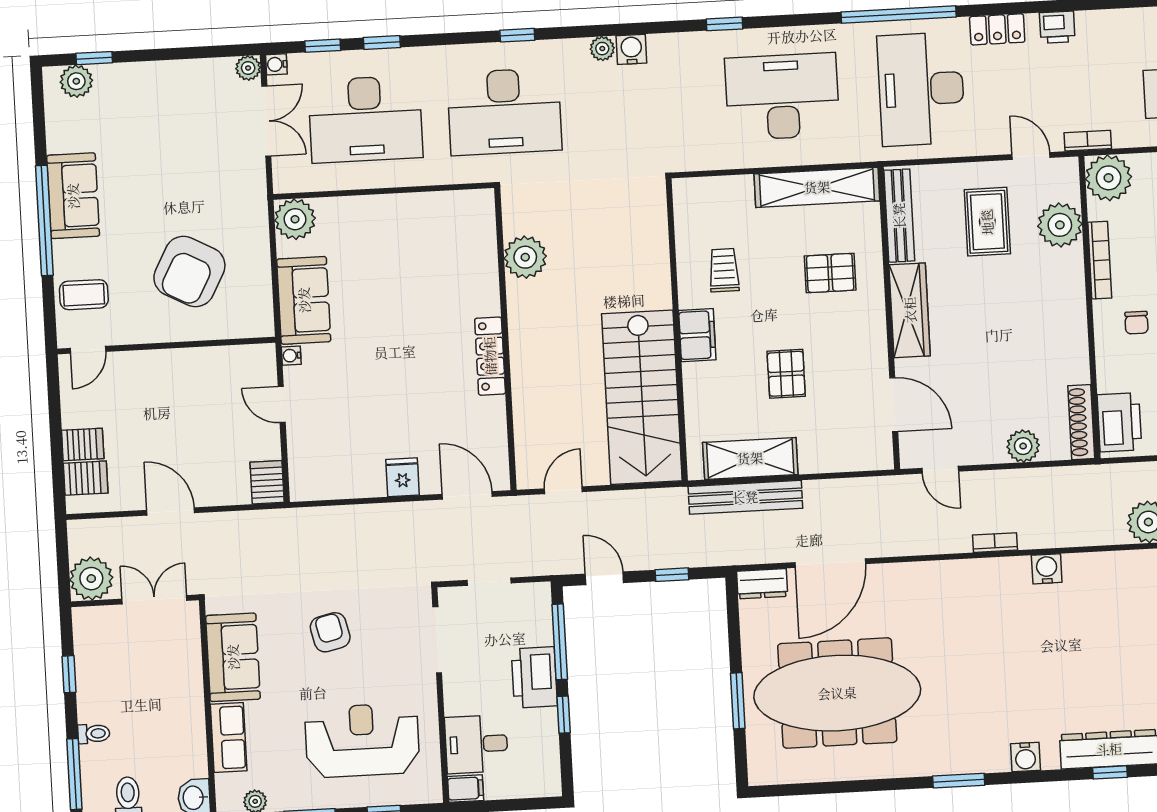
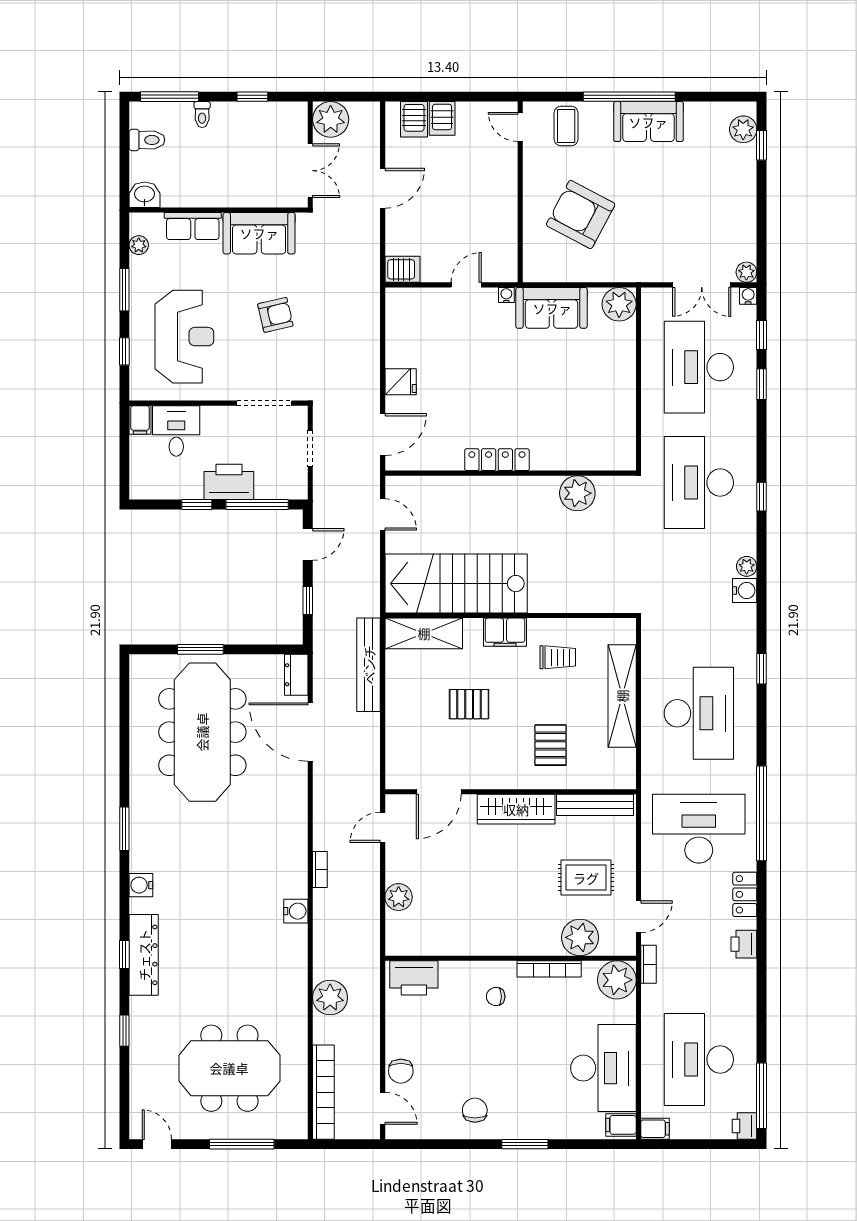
shelving: (817, 187) -> (622, 696), moved
shoe rack: (1081, 422) -> (416, 946), removed
shelving: (750, 458) -> (424, 633), moved, turned 90

